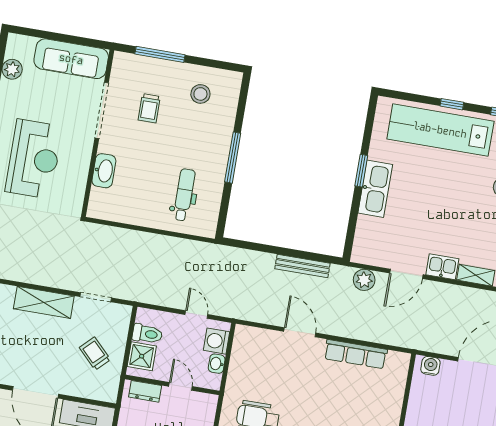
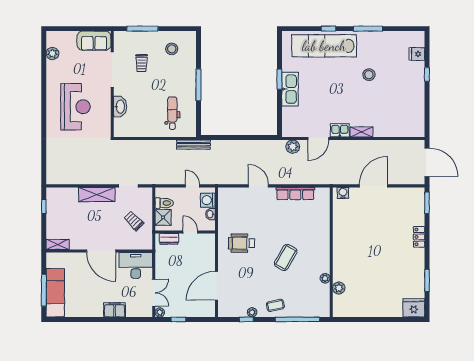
sofa: (71, 59) -> (94, 41), width x0.73
bench: (302, 266) -> (194, 145), moved

